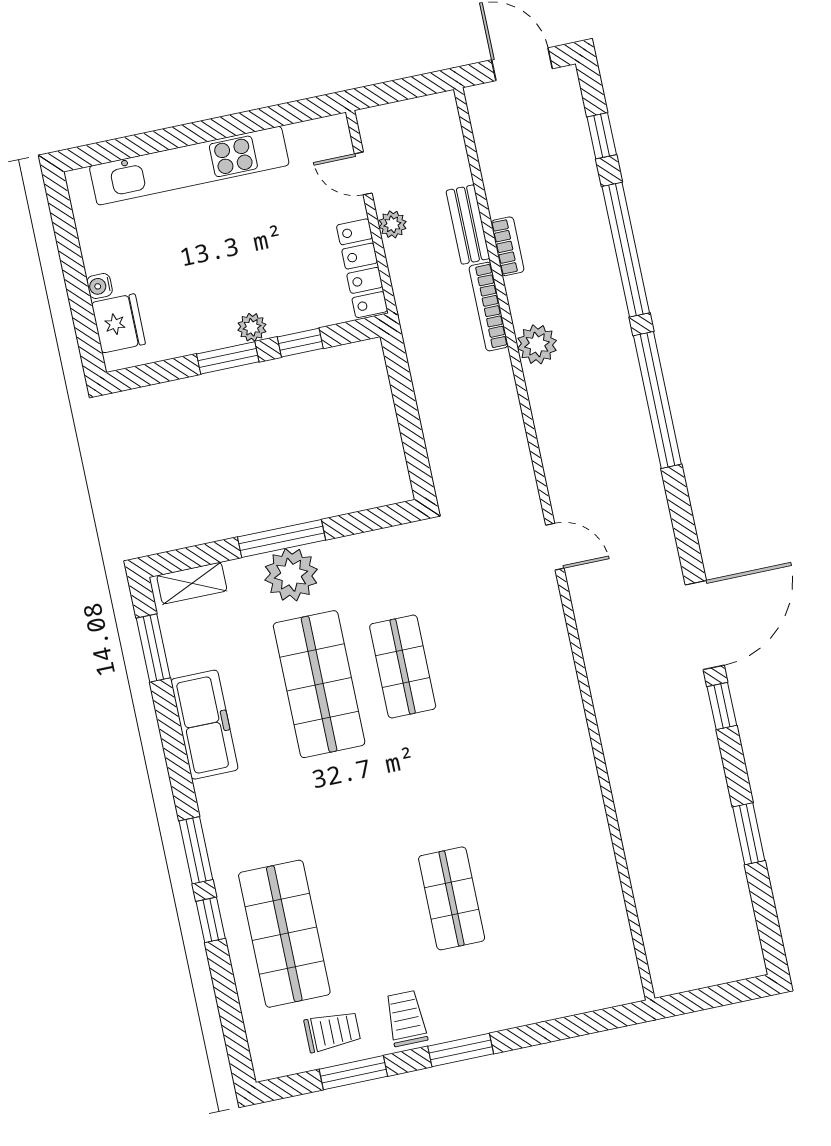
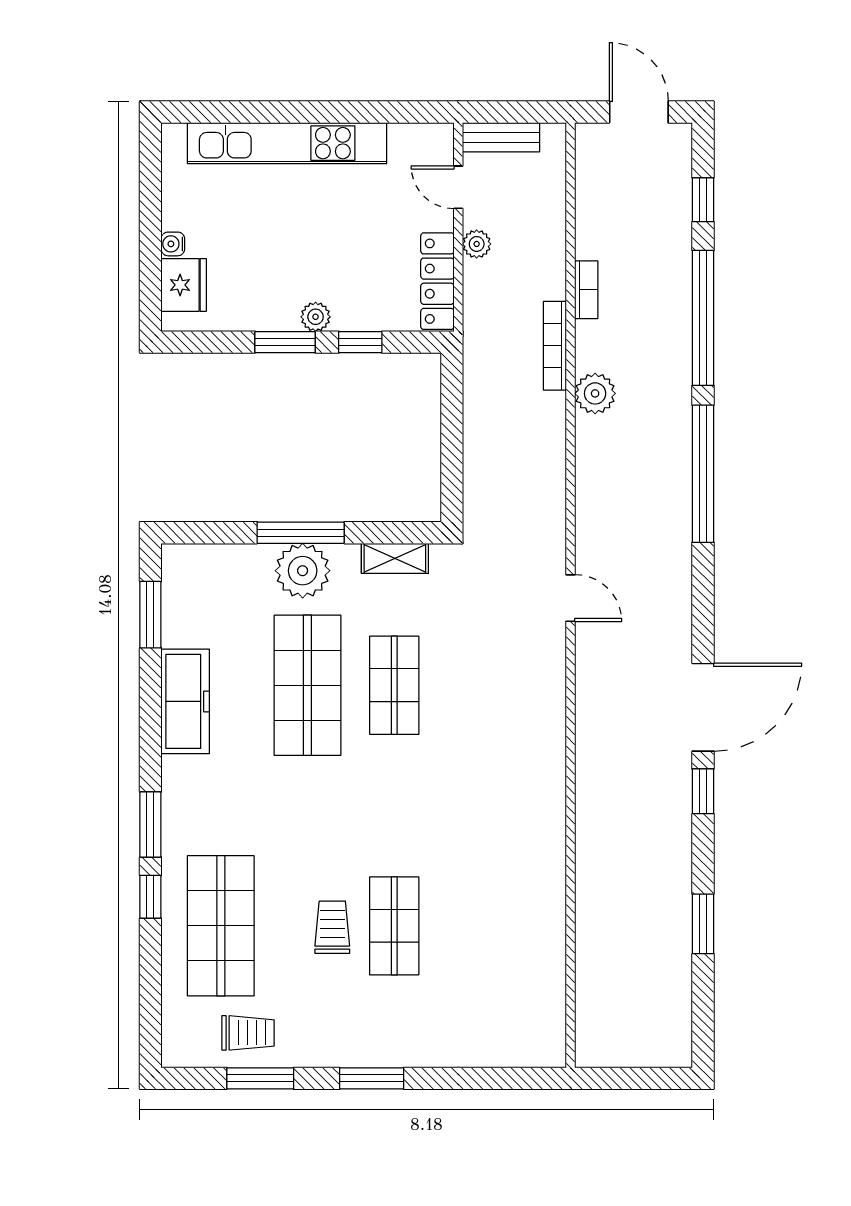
bench: (468, 225) -> (501, 137), moved, turned 90
shelving: (192, 583) -> (395, 558), moved
trolley: (406, 1018) -> (332, 927), moved

